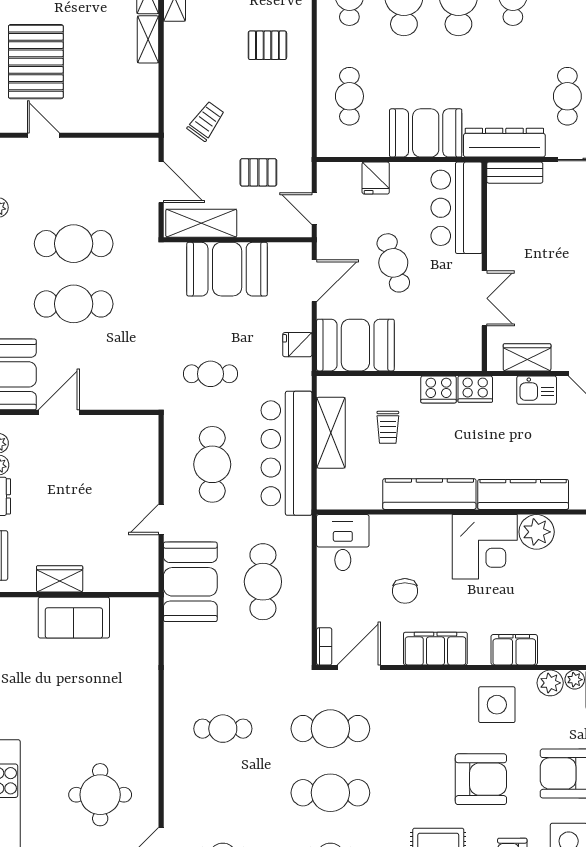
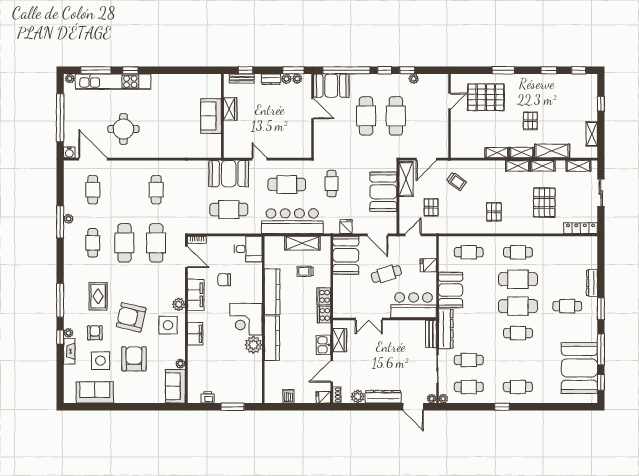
plant: (550, 683) -> (179, 304), moved
armchair: (481, 779) -> (131, 317), turned 103

